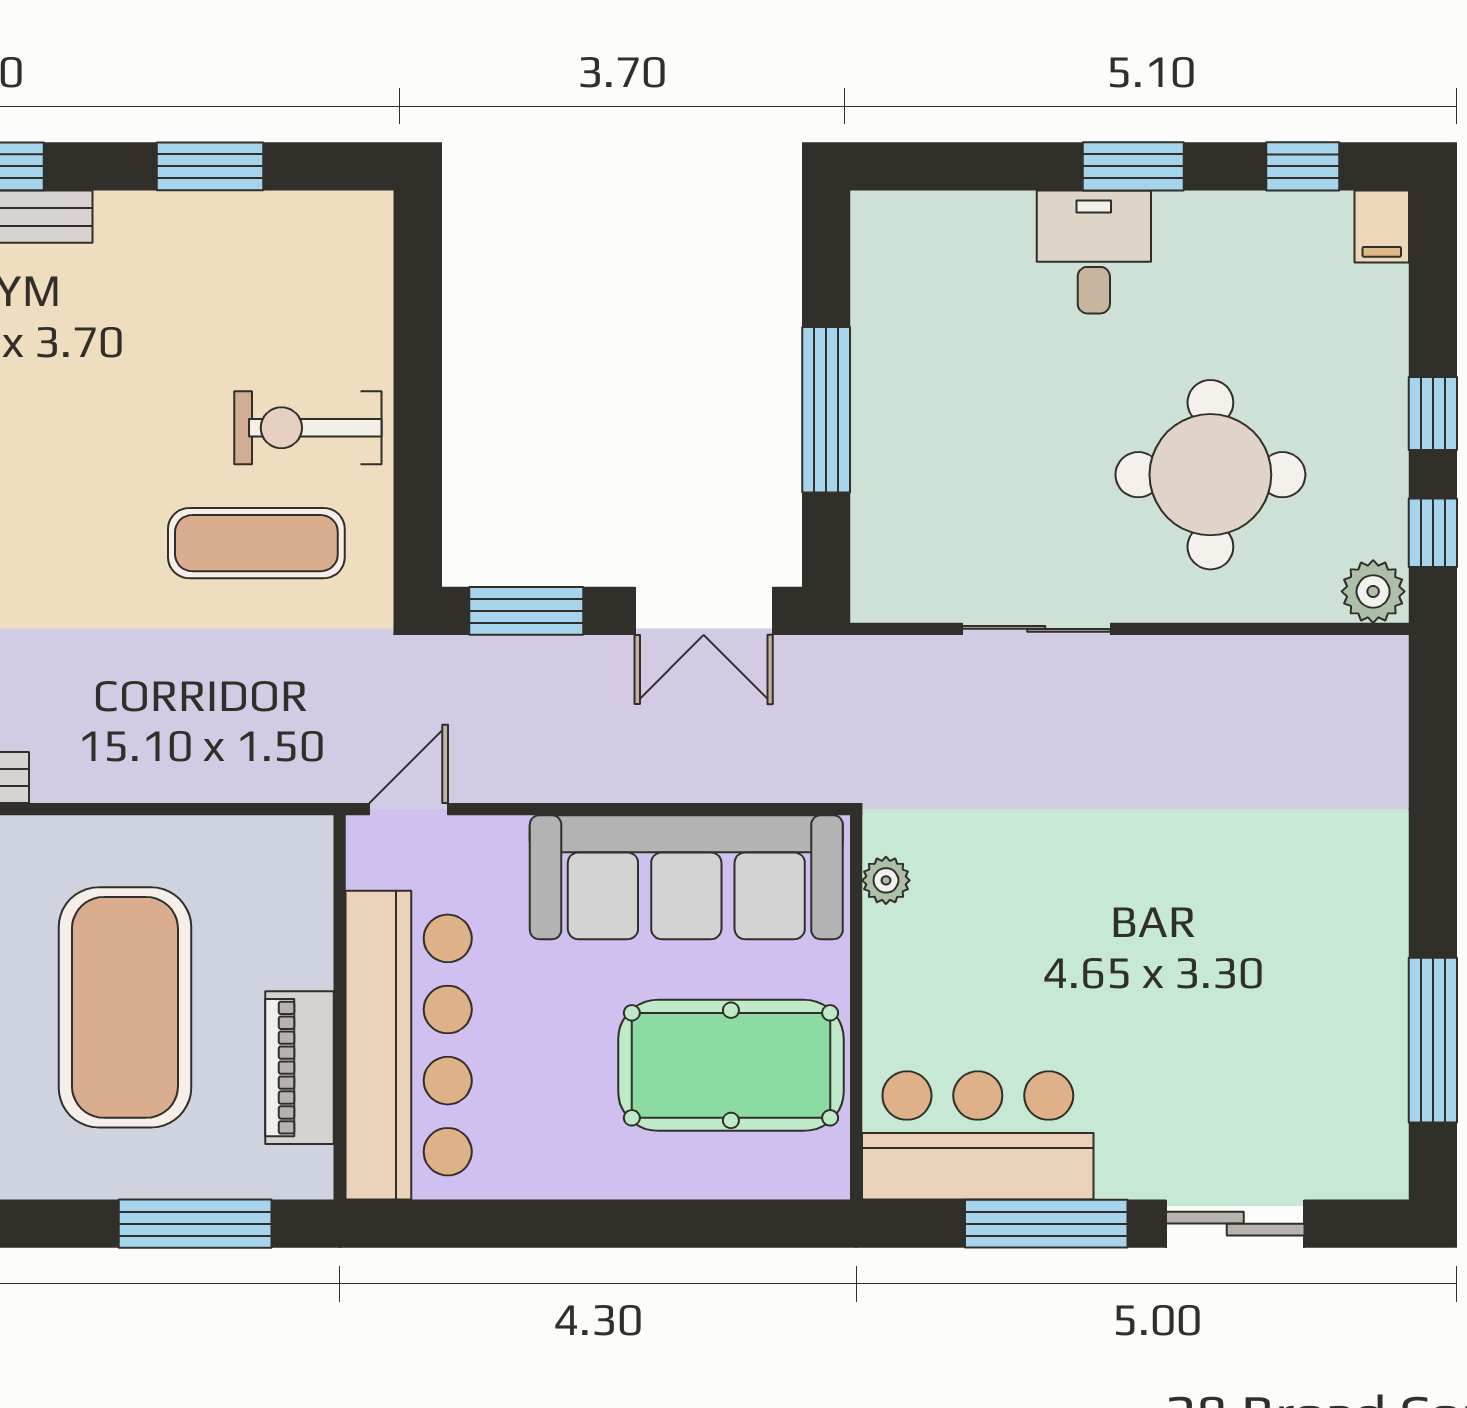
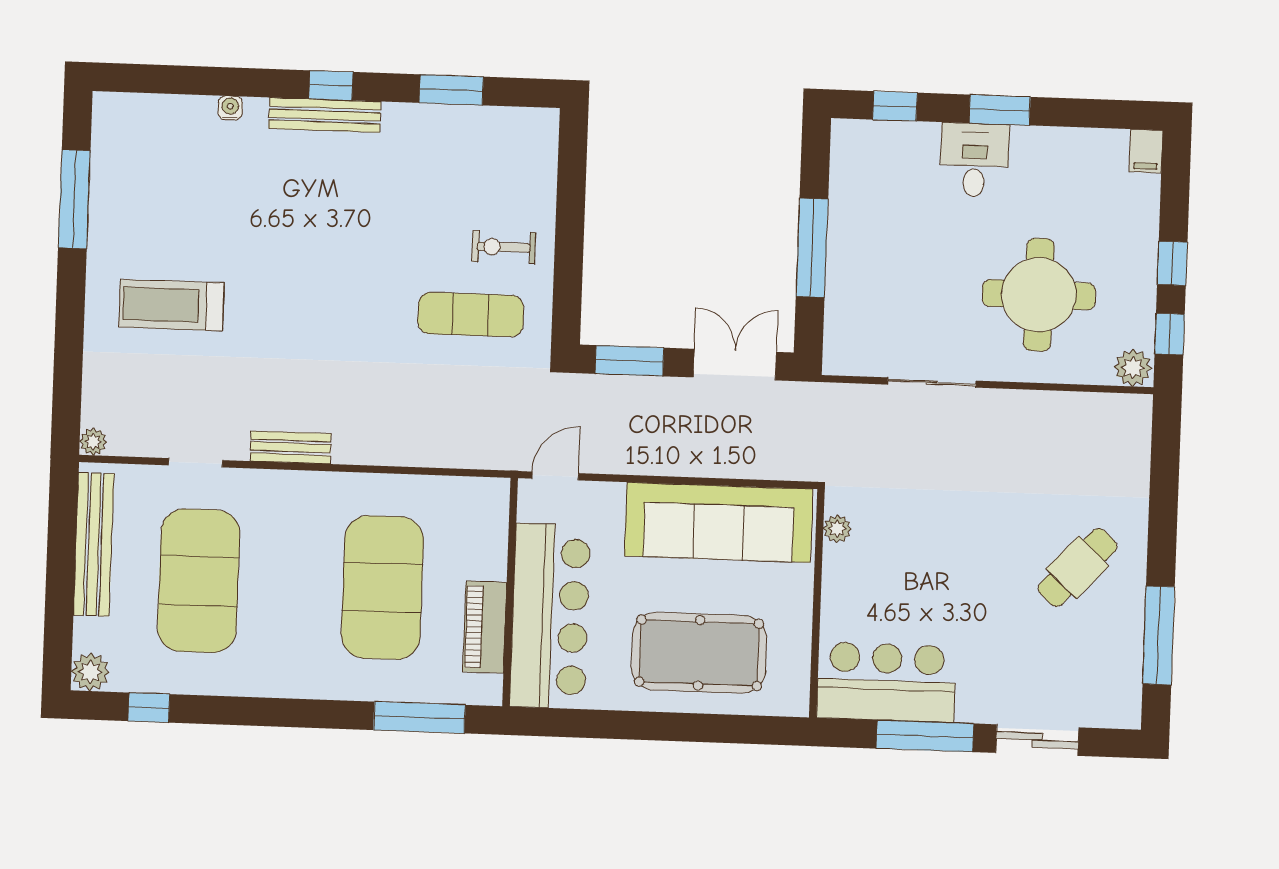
window: (1303, 166) -> (895, 106), moved
exercise bike: (308, 428) -> (504, 247), width x0.73, depth x0.72
double door: (704, 611) -> (735, 365), swing flipped
cafe table: (1292, 931) -> (1078, 567), added
pool table: (731, 1065) -> (699, 653), moved

